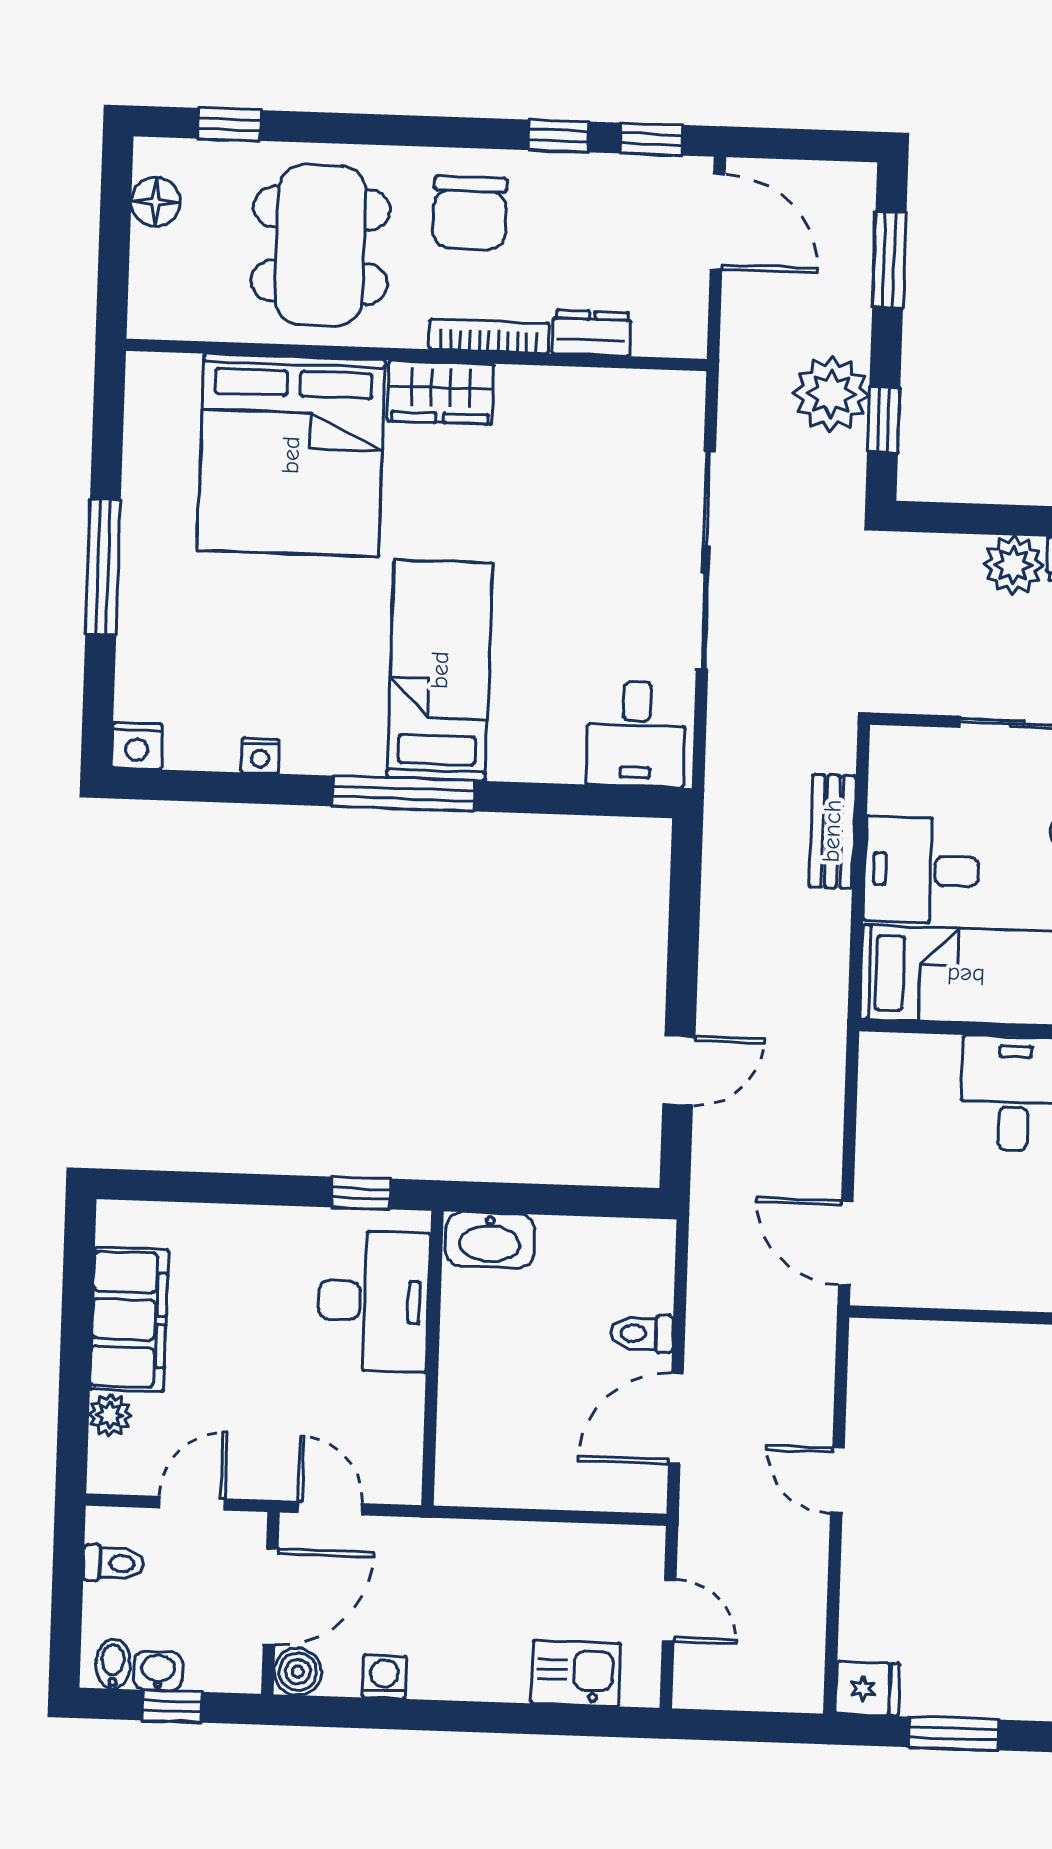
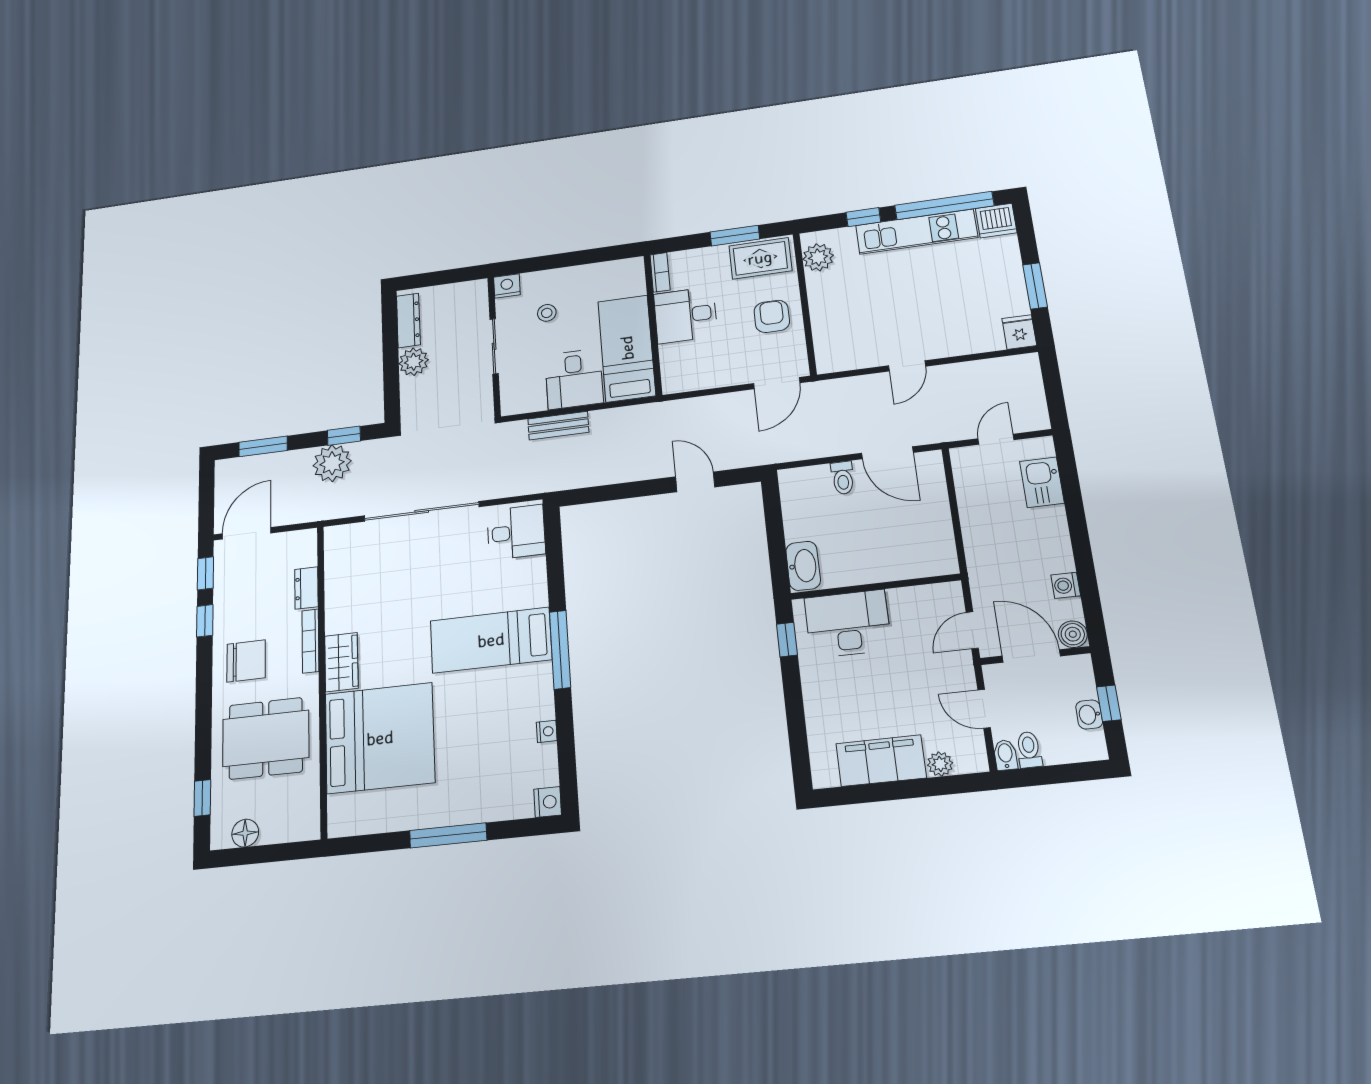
armchair: (982, 1253) -> (772, 316), added
bidet: (113, 1664) -> (1005, 755), moved, turned 90

